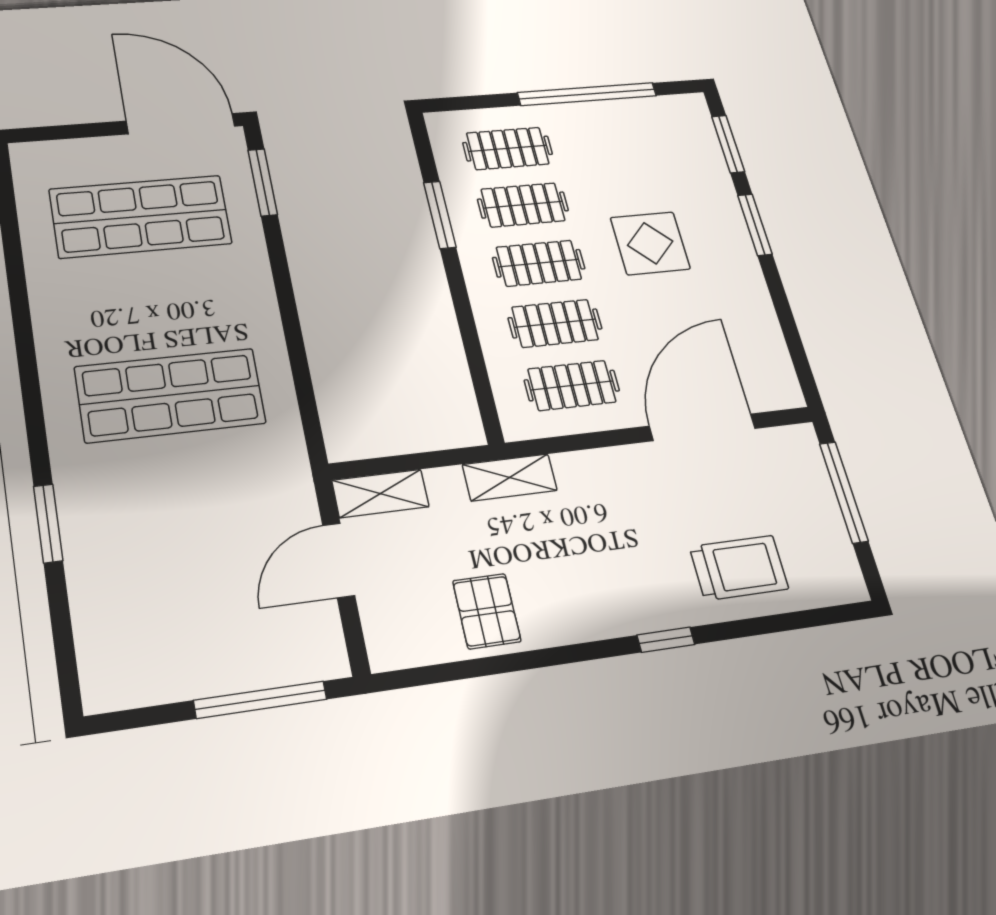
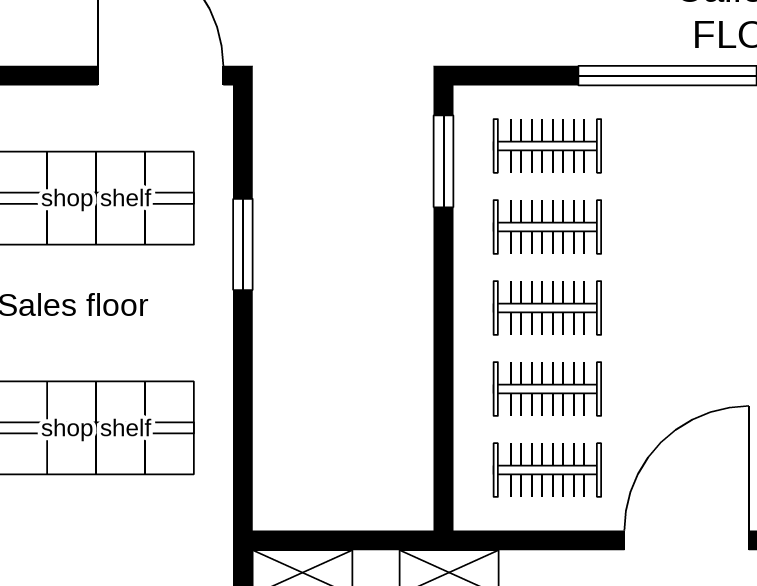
window: (263, 182) -> (243, 244), moved
window: (440, 215) -> (444, 161), moved
display table: (650, 243) -> (691, 295), removed

